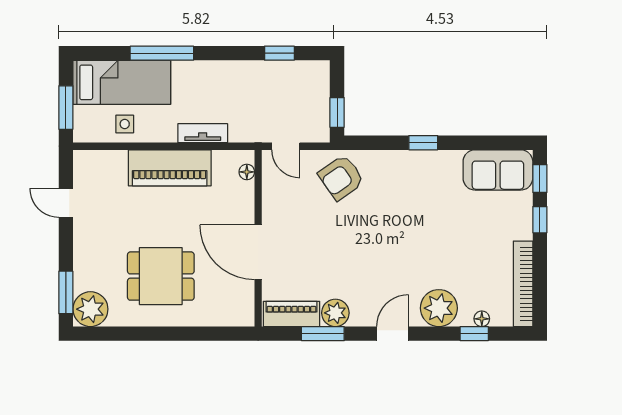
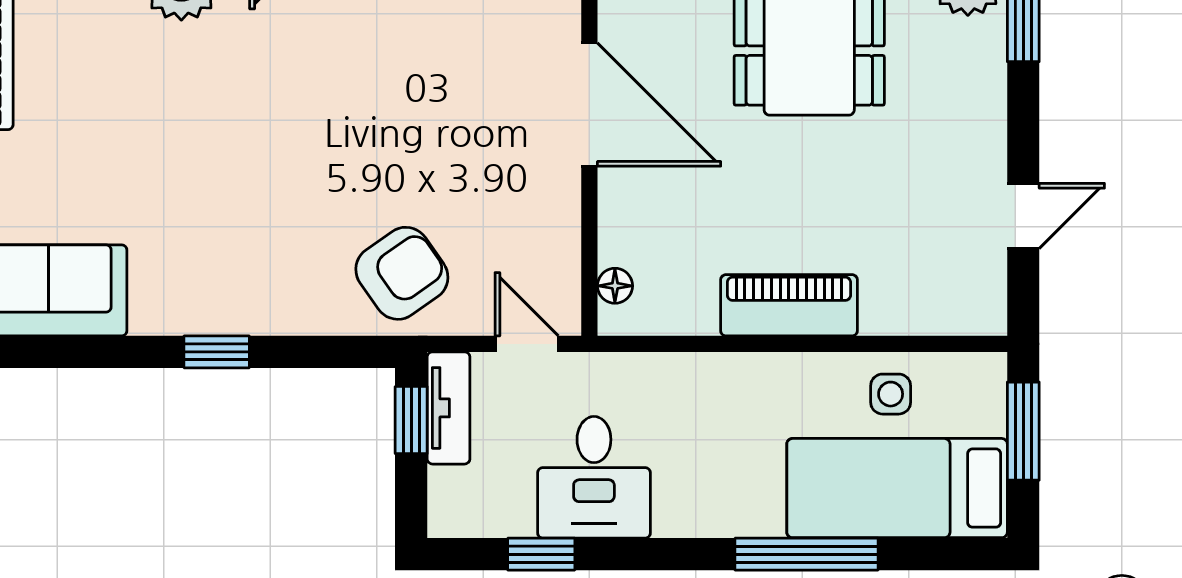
desk: (256, 87) -> (594, 477), added
tv unit: (203, 133) -> (449, 408), moved, turned -90
piano: (170, 168) -> (789, 305), width x0.73, depth x0.75
door: (66, 203) -> (1023, 216), hinge flipped

